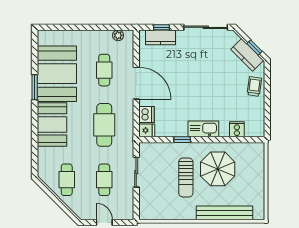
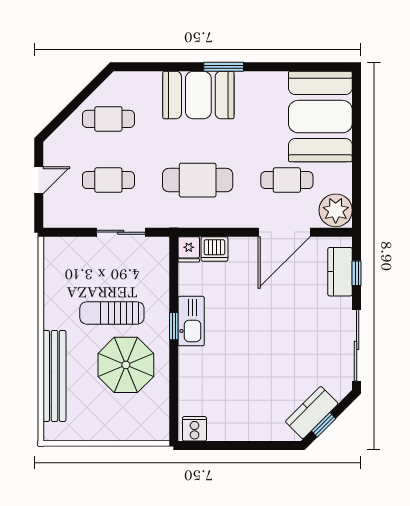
plant: (118, 35) -> (336, 210), width x1.87, depth x1.87
booth: (57, 74) -> (320, 117), moved, turned 90
door: (136, 83) -> (284, 232), moved
trolley: (254, 86) -> (260, 424), removed
window: (35, 87) -> (224, 67), moved
kitchen sink: (203, 129) -> (191, 321), moved
cooker: (237, 129) -> (195, 429), moved, turned -90
window: (182, 140) -> (174, 326), moved

